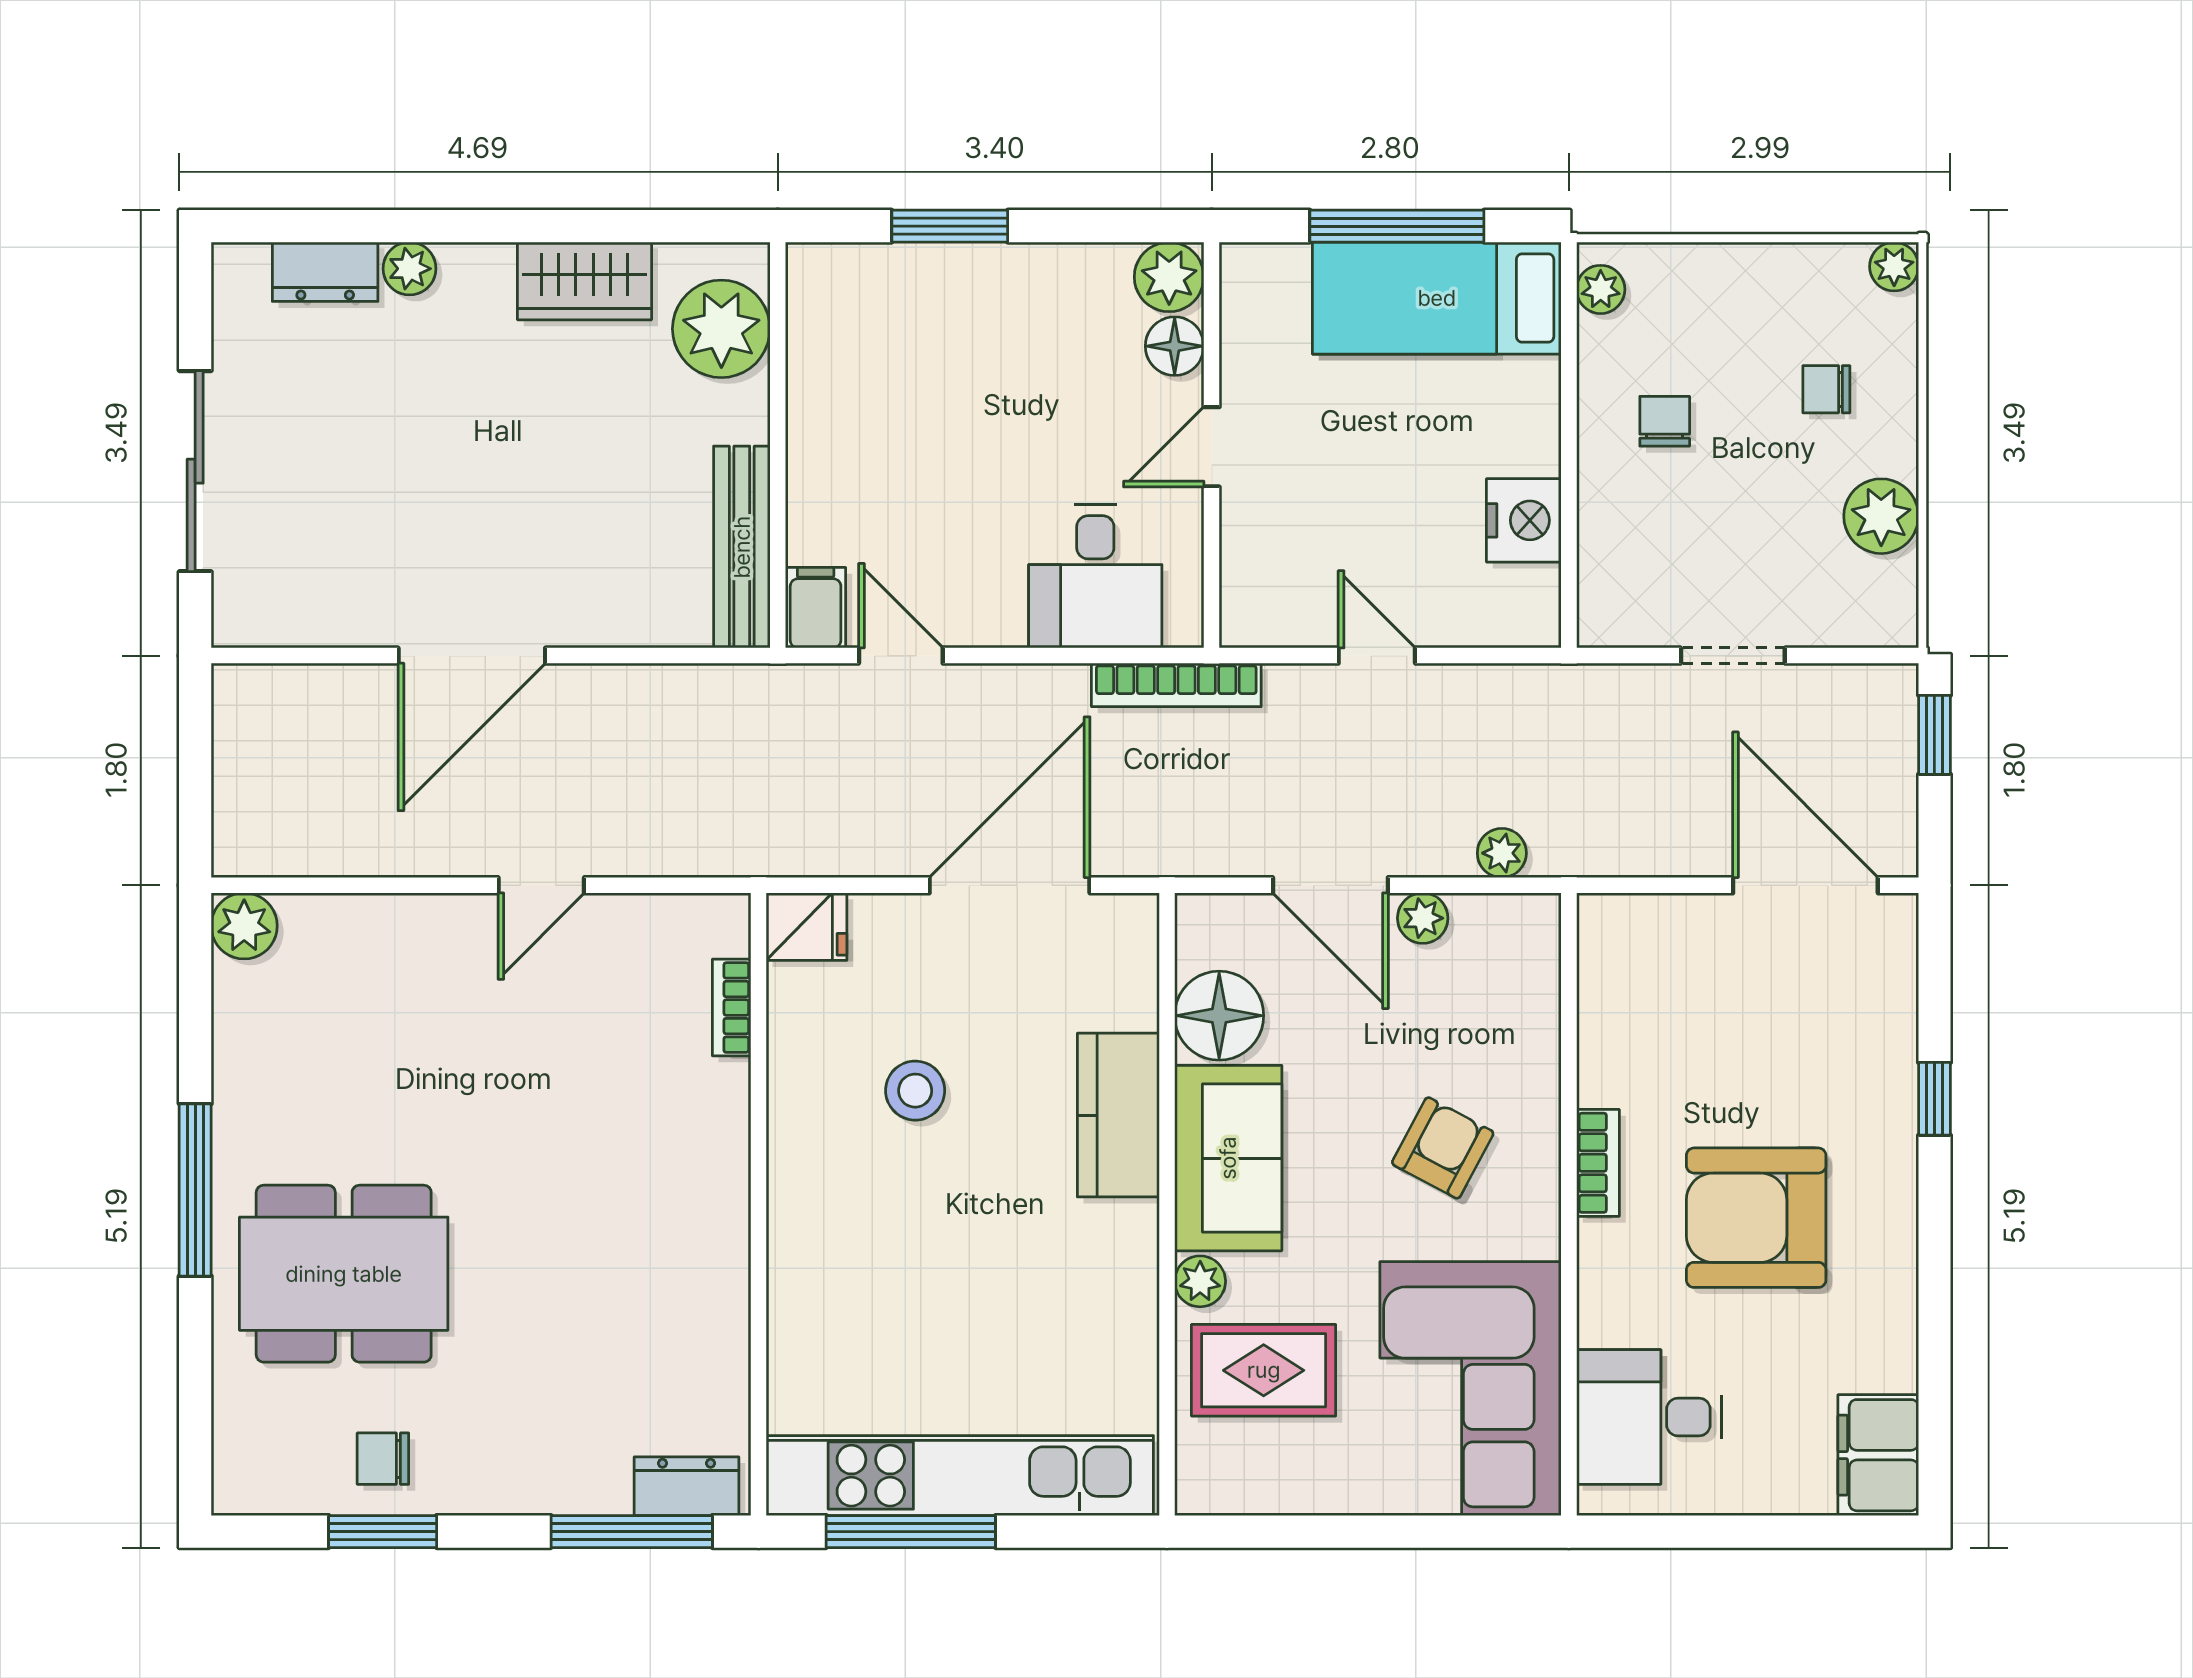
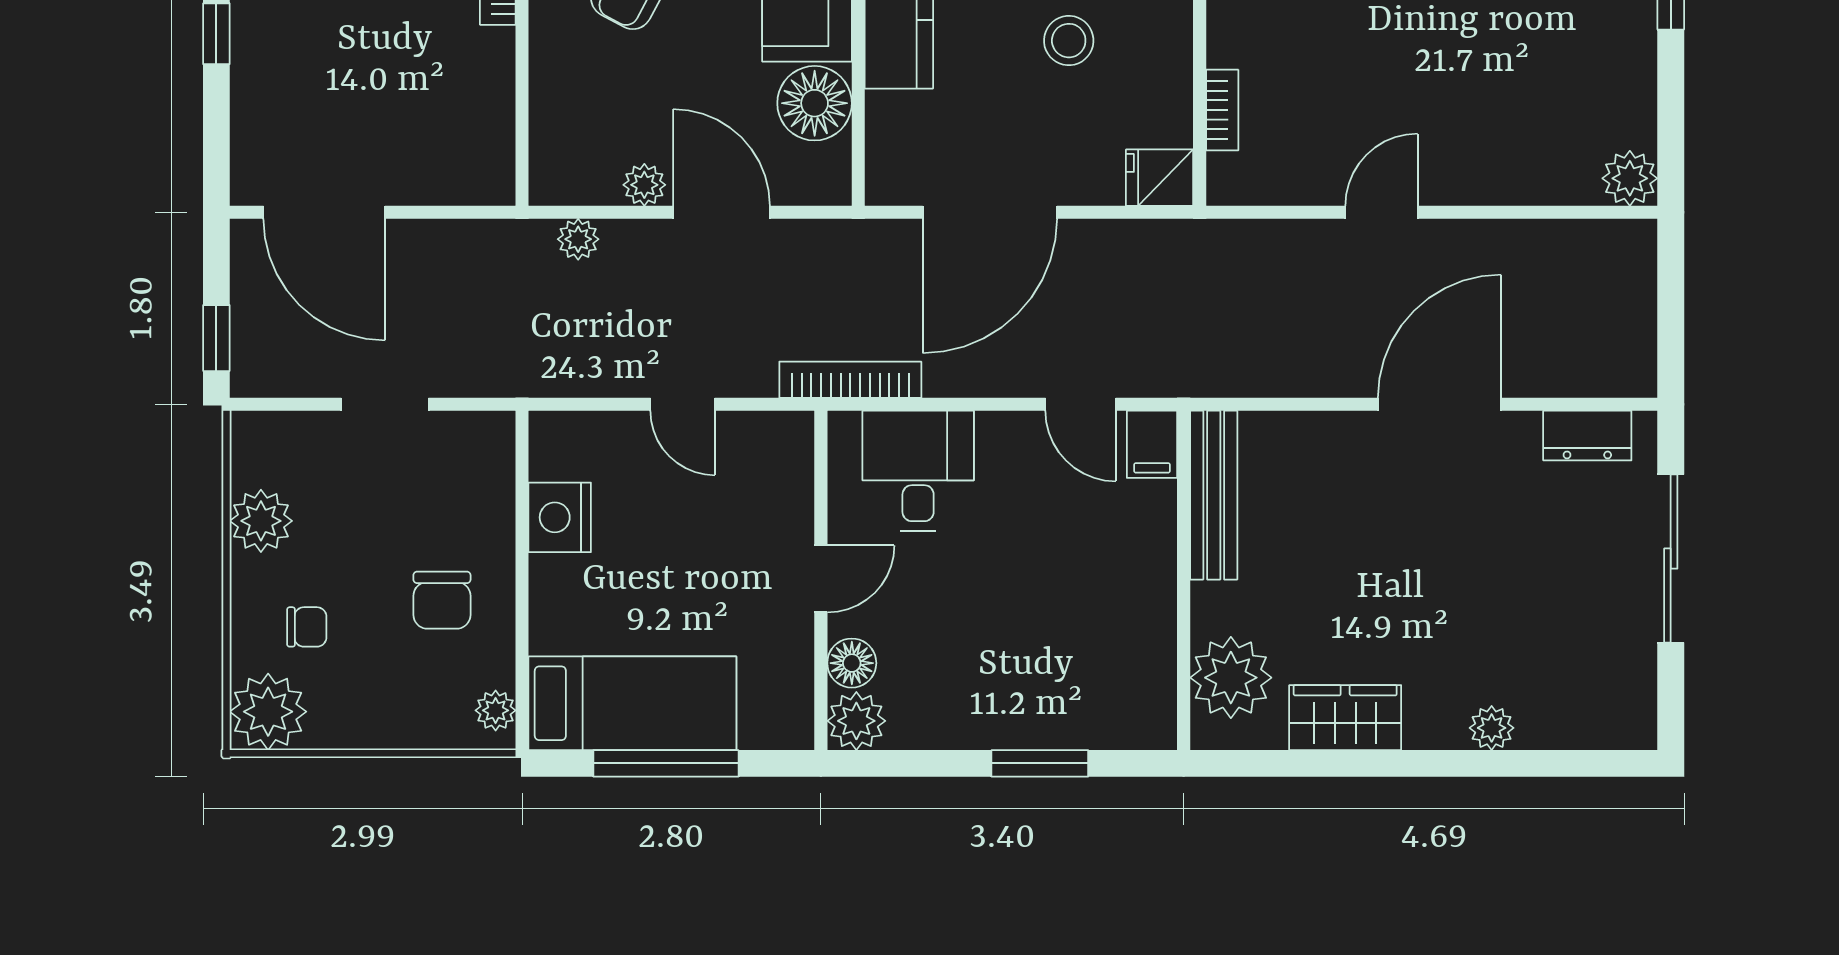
plant: (1894, 267) -> (268, 712), width x1.88, depth x1.88
dresser: (325, 272) -> (1587, 436), moved, turned 180
chair: (1665, 421) -> (442, 600), width x1.37, depth x1.37

